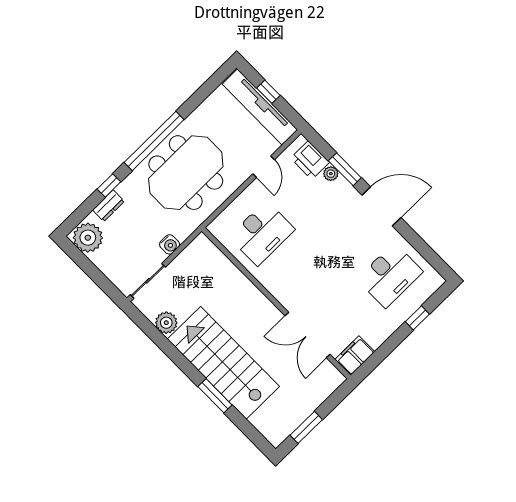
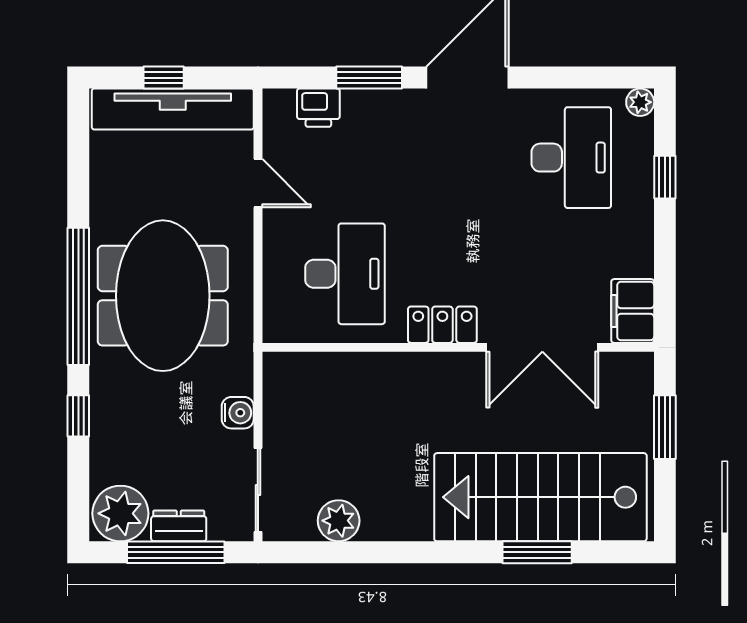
printer: (310, 160) -> (318, 108), width x0.73, depth x0.81
plant: (331, 174) -> (640, 102), moved
dresser: (108, 206) -> (179, 526), moved, turned -90
window: (94, 273) -> (176, 552), added
locker: (279, 289) -> (442, 325), added
stairs: (223, 363) -> (540, 497), moved
window: (215, 396) -> (537, 552), moved
window: (306, 427) -> (665, 427), moved

